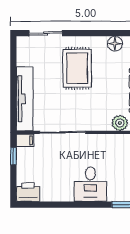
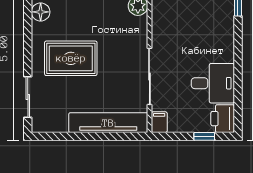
window: (13, 156) -> (204, 136), moved
desk: (90, 184) -> (213, 83), moved

